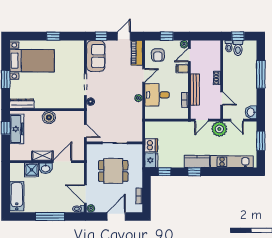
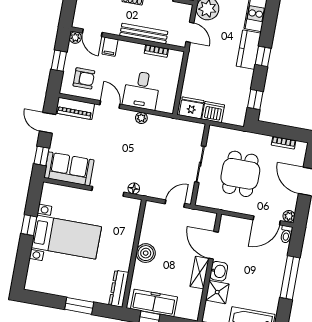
bed with nightstands: (32, 61) -> (66, 237), moved, turned 90
fridge: (151, 160) -> (191, 108), moved

